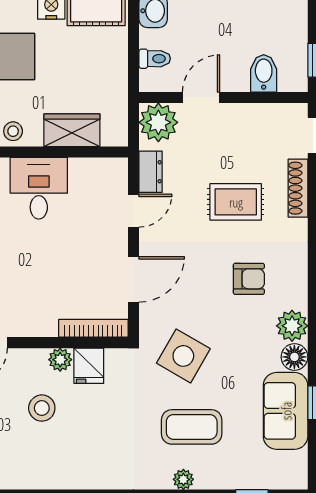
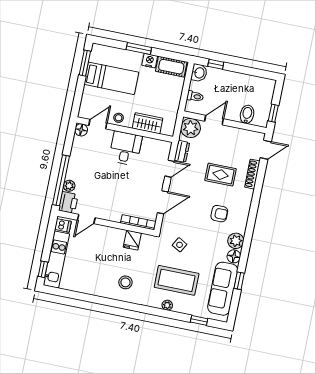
side table: (183, 356) -> (180, 245), width x0.54, depth x0.54
plant: (60, 360) -> (119, 234), removed
stool: (42, 408) -> (125, 282), moved
sofa: (286, 411) -> (223, 289), width x1.36
coffee table: (192, 427) -> (177, 280), width x1.36, depth x1.32

